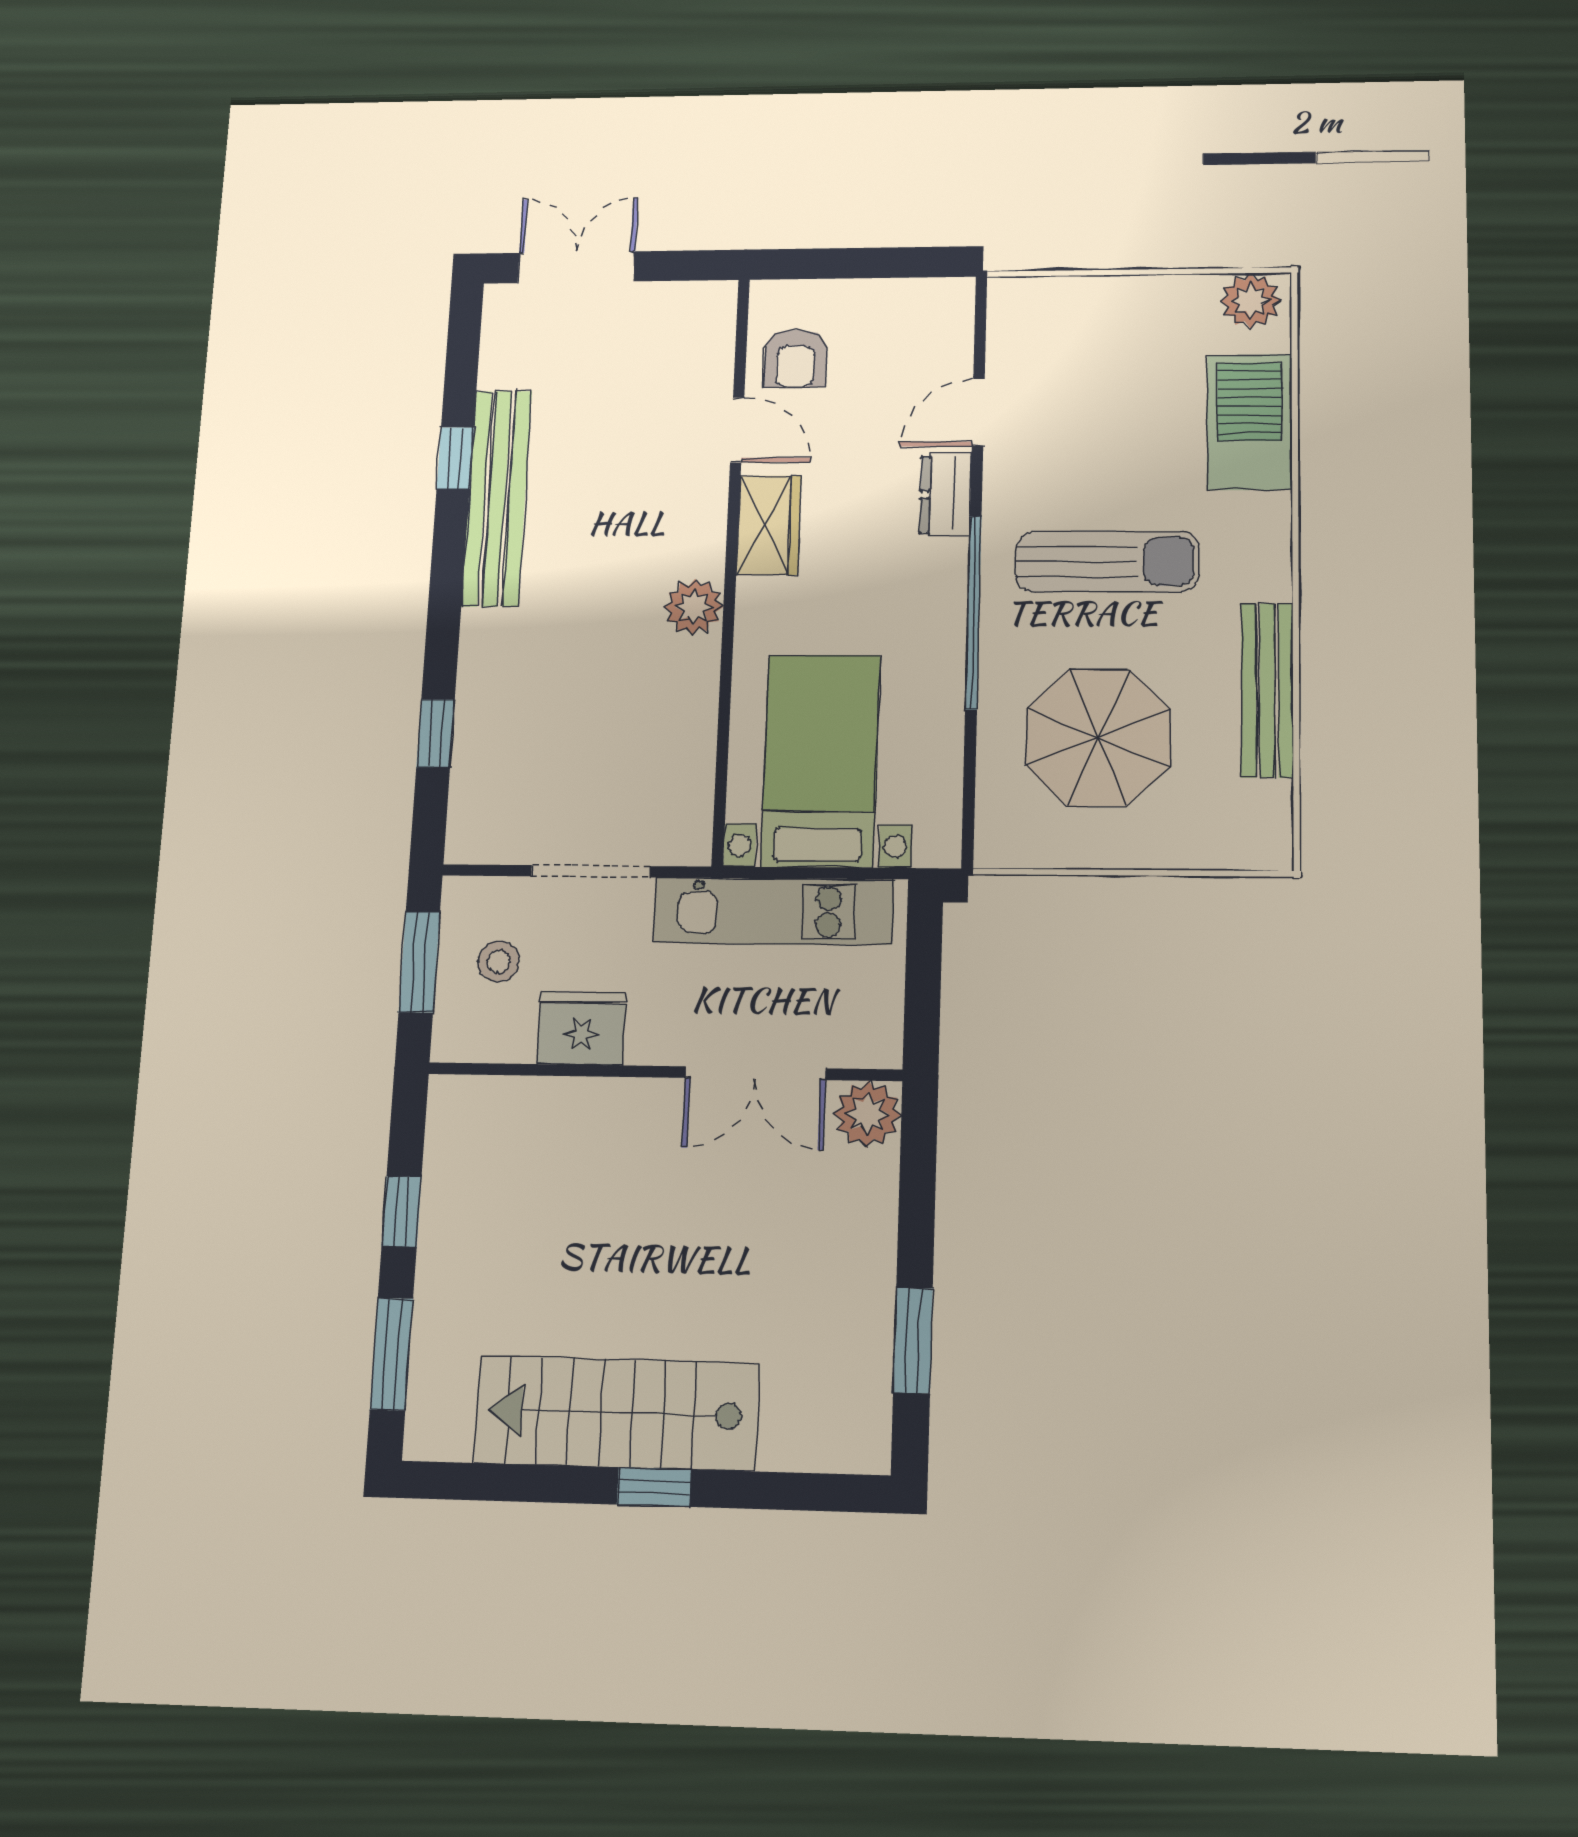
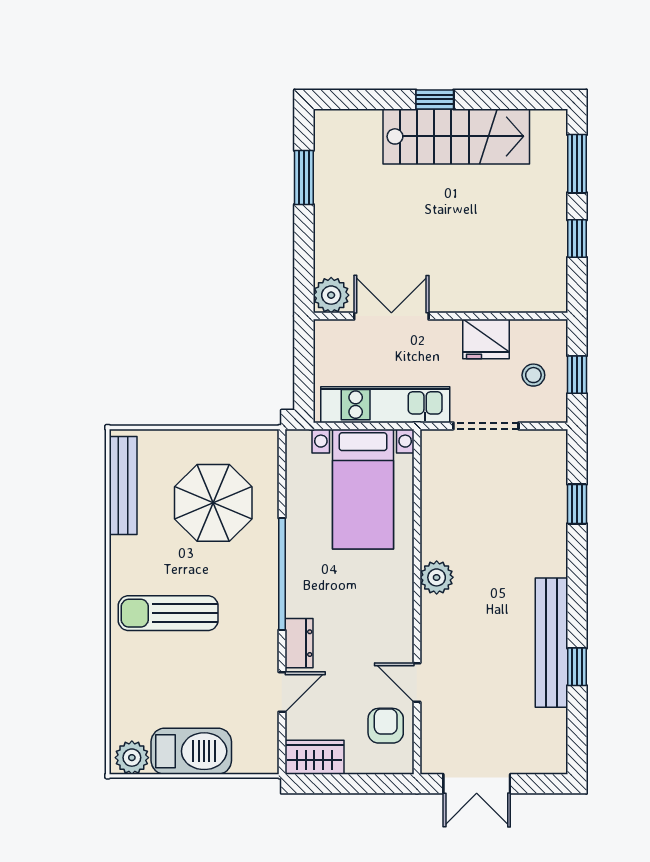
double door: (576, 267) -> (477, 784), moved
barbecue: (1249, 422) -> (191, 751), moved, turned -90
wardrobe: (769, 525) -> (314, 757), moved, turned 90
sun lounger: (1107, 561) -> (168, 613), moved
bench: (1267, 690) -> (123, 485), moved
window: (419, 961) -> (577, 375), width x0.67

